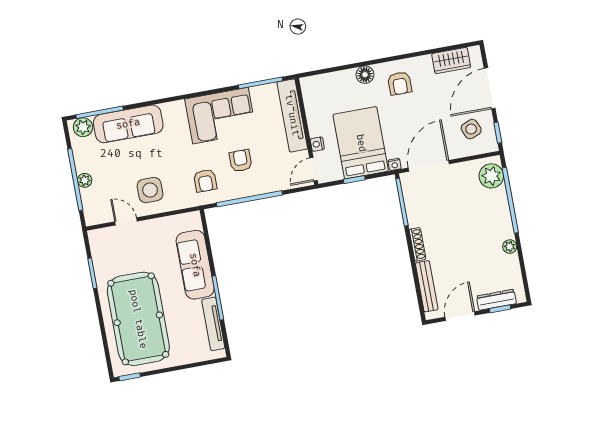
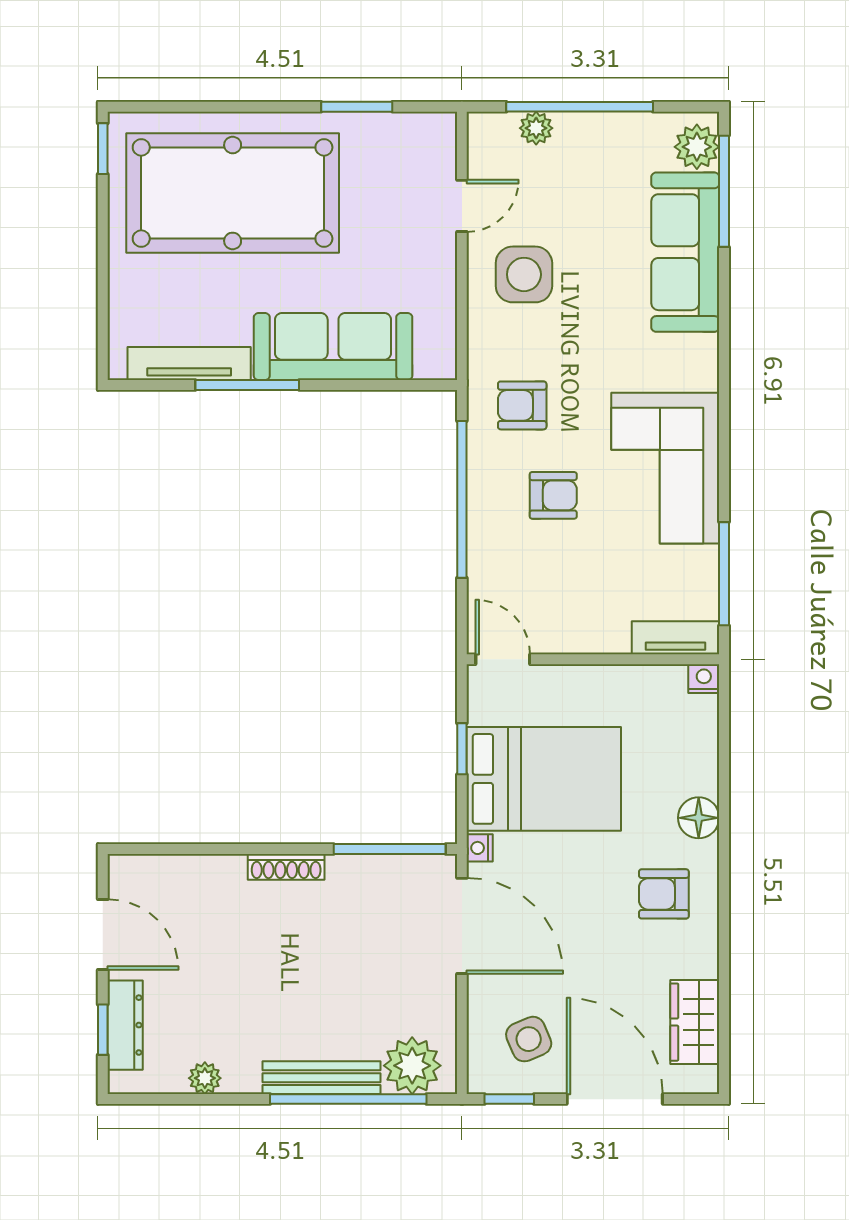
tv unit: (292, 115) -> (676, 638), width x0.52, depth x0.78
nightstand: (317, 144) -> (704, 679), moved
plant: (85, 180) -> (536, 128), moved
plant: (510, 247) -> (205, 1078), moved
bench: (427, 286) -> (322, 1078), moved

